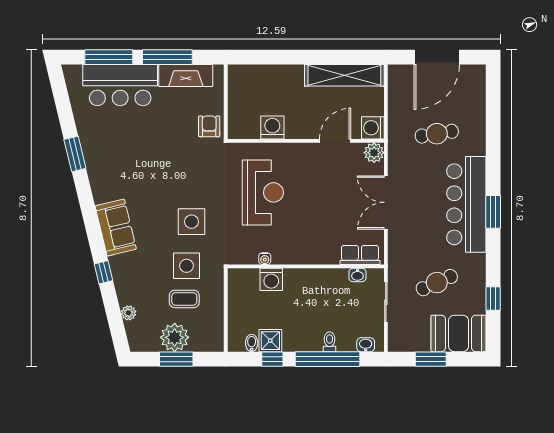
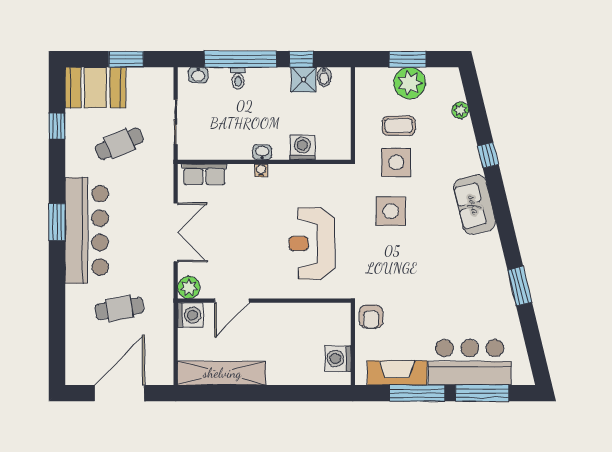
washing machine: (272, 127) -> (338, 358), moved, turned 90
water cooler: (265, 259) -> (261, 170), moved
washbasin: (357, 275) -> (262, 152), moved

